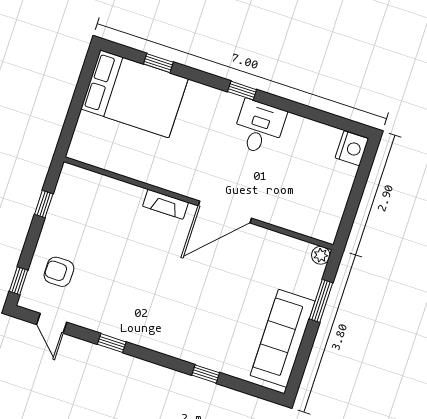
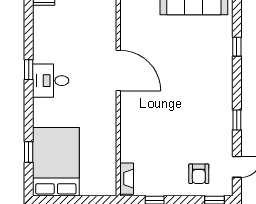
window: (242, 91) -> (29, 70), moved
desk: (259, 127) -> (51, 81), moved
fireplace: (165, 204) -> (127, 179), moved

